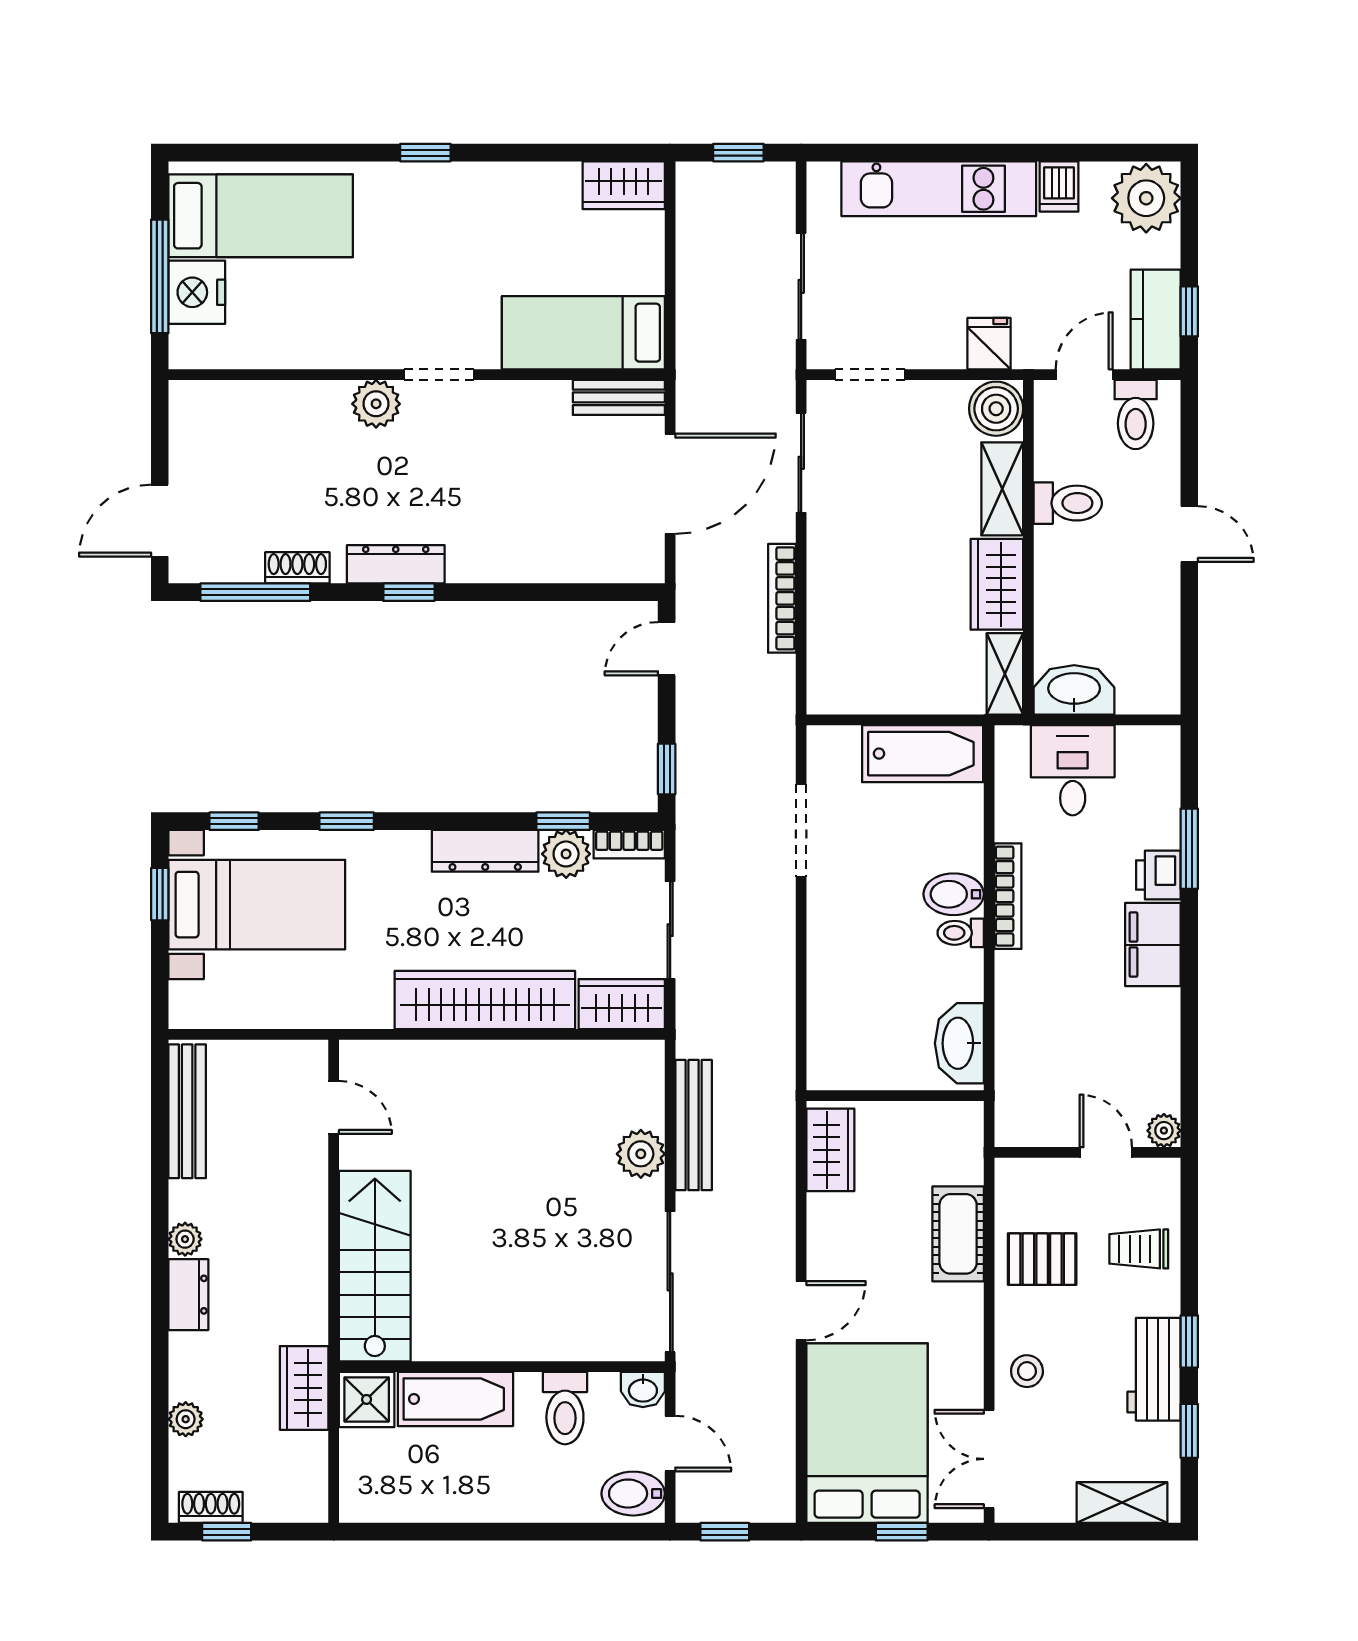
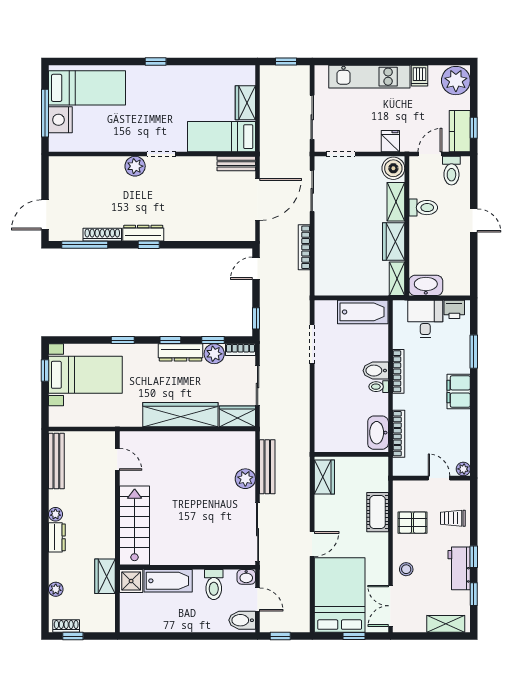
wardrobe: (624, 185) -> (245, 103), moved, turned 90
shoe rack: (297, 568) -> (102, 235), width x1.43
window: (234, 821) -> (170, 340), moved
printer: (1158, 875) -> (454, 309), moved, turned -90
bookcase: (1009, 1046) -> (399, 434), added

